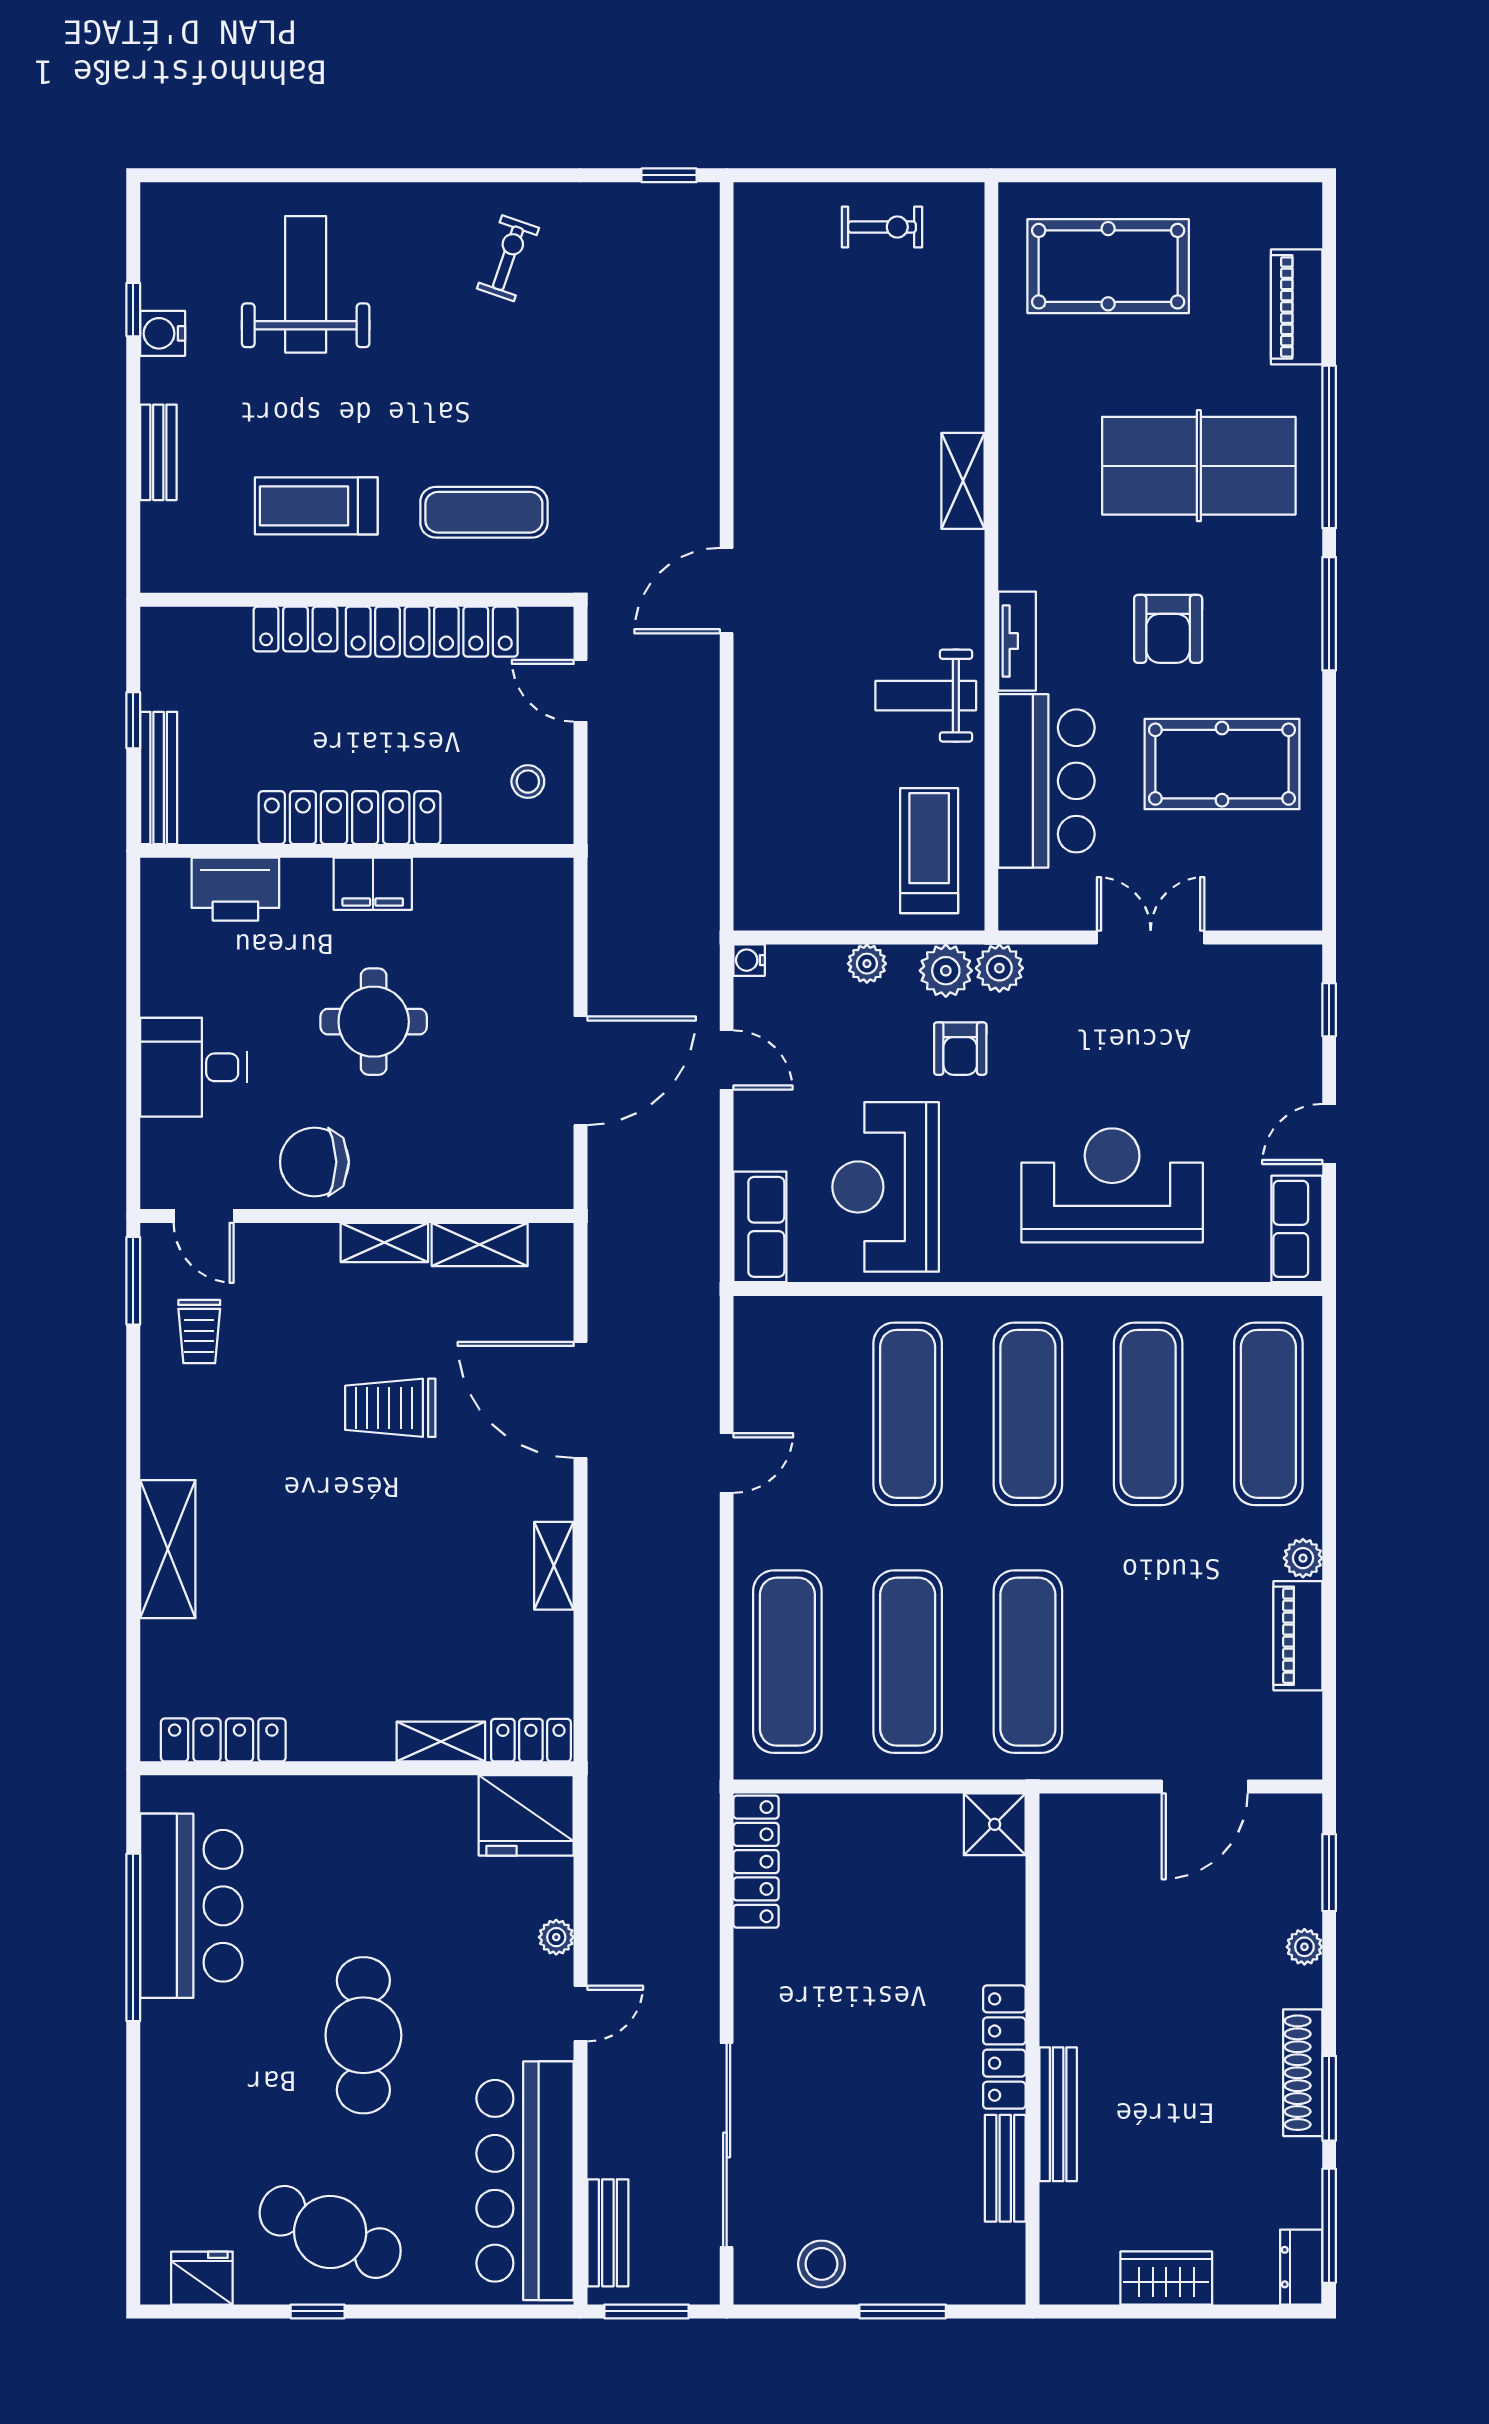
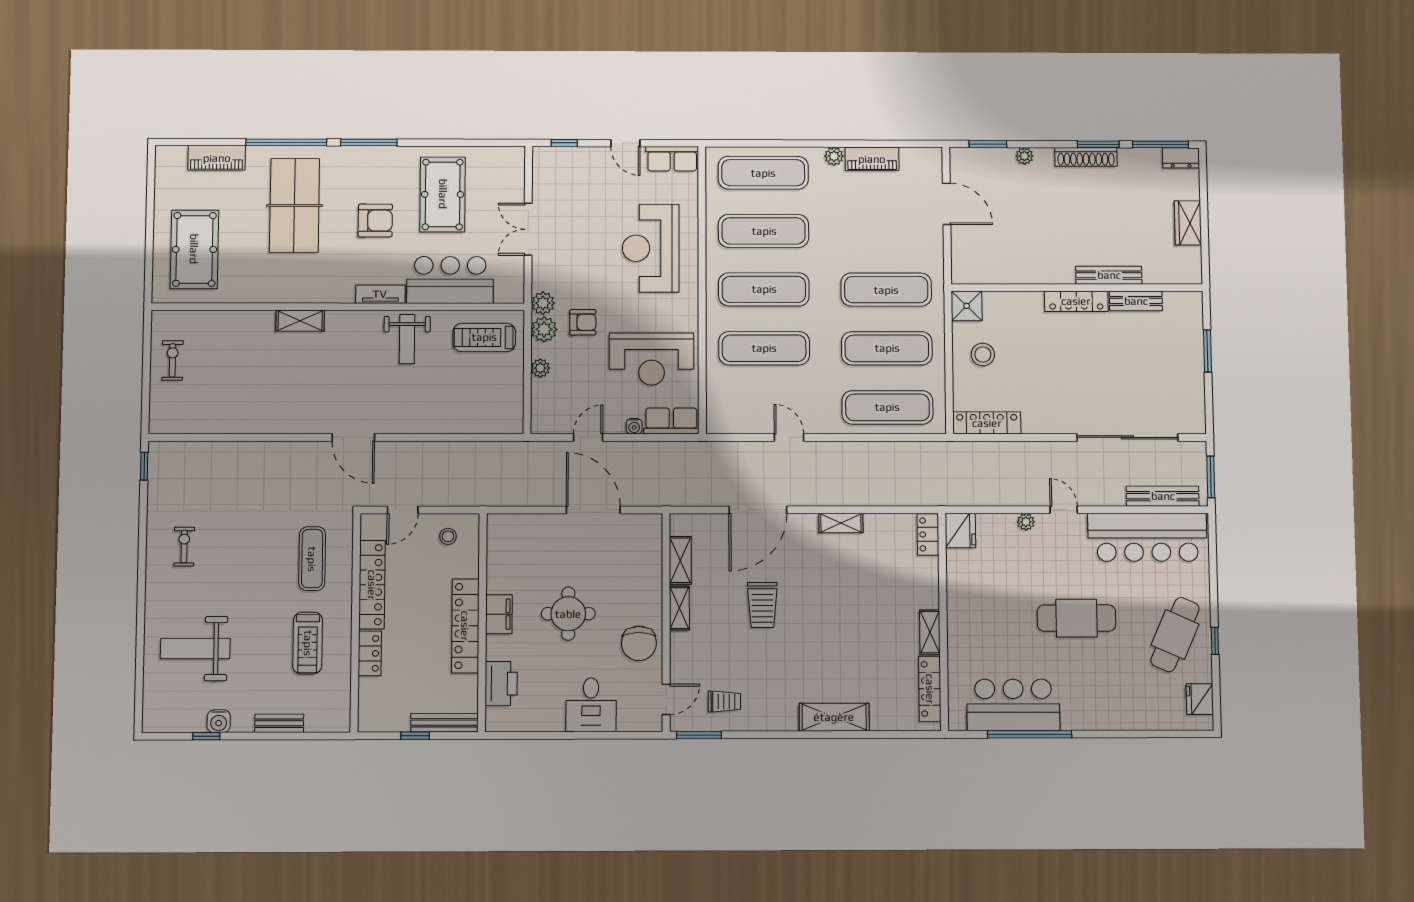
exercise bike: (508, 258) -> (184, 547), turned 71
water cooler: (749, 960) -> (634, 426), moved
shelving: (441, 1742) -> (930, 632), moved
fridge: (526, 1815) -> (960, 531), width x0.73, depth x0.75
bench: (608, 2233) -> (1163, 496), width x1.36
stool: (822, 2264) -> (983, 354), moved

